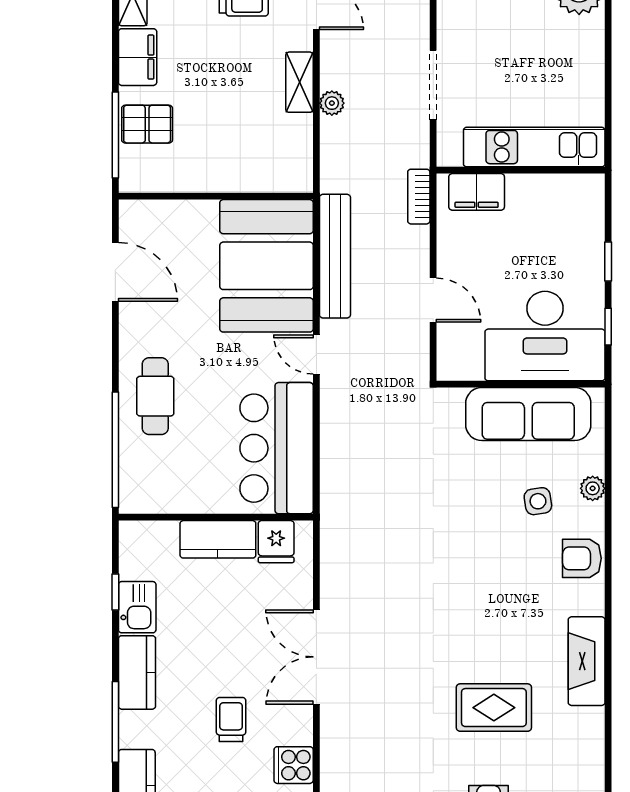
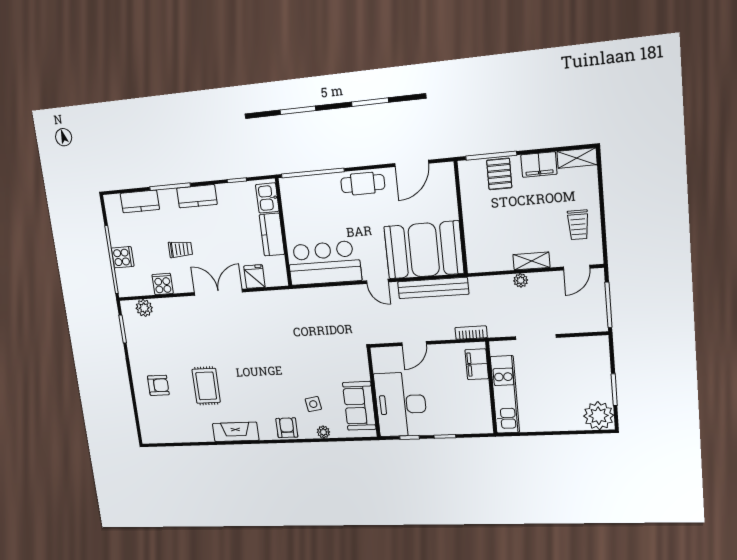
door: (316, 355) -> (377, 281), swing flipped
cafe table: (155, 396) -> (363, 184), moved
sofa: (528, 414) -> (359, 406), width x0.73
fridge: (276, 542) -> (254, 277), moved, turned 90
kitchen sink: (137, 607) -> (267, 198), moved, turned 90

